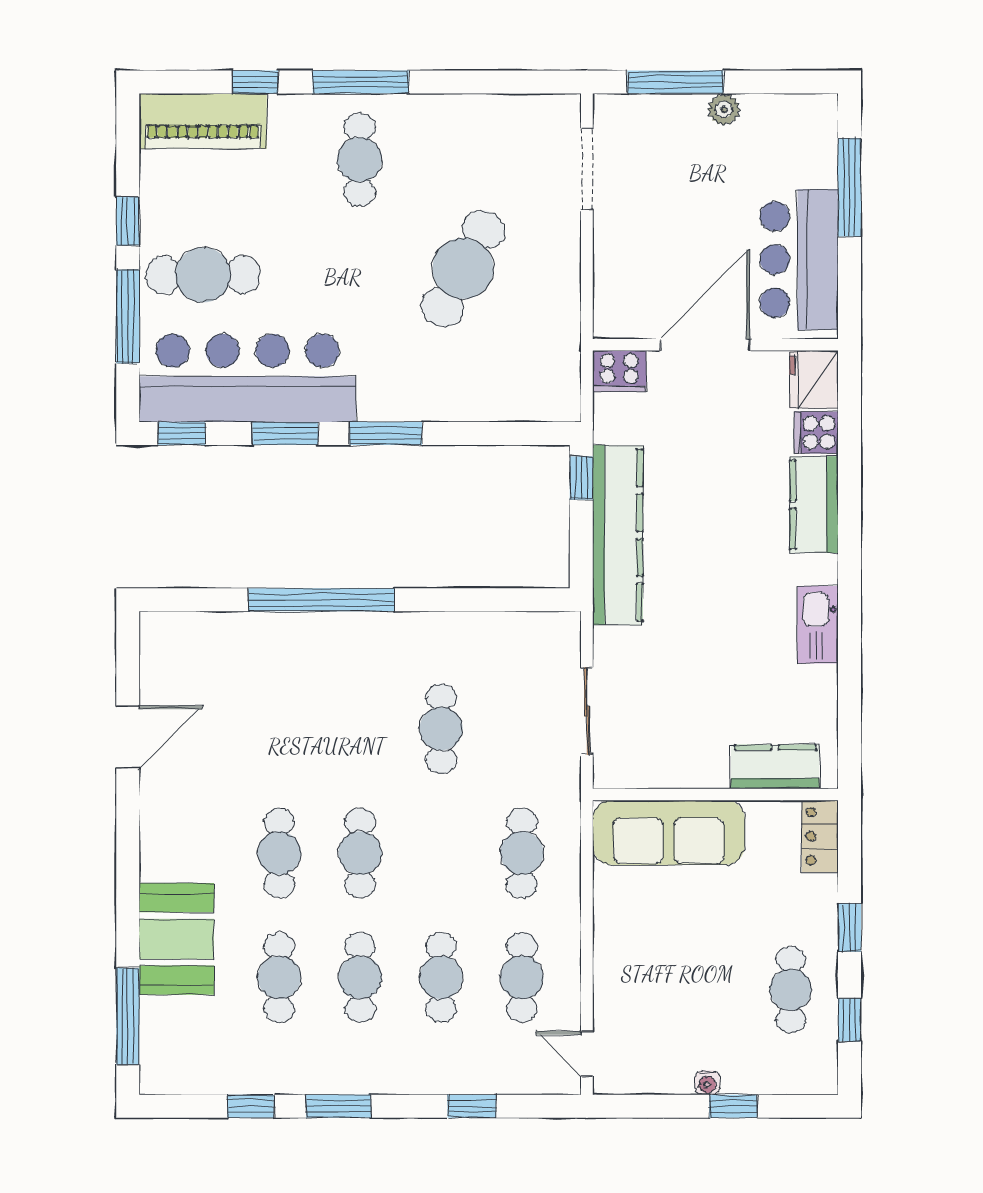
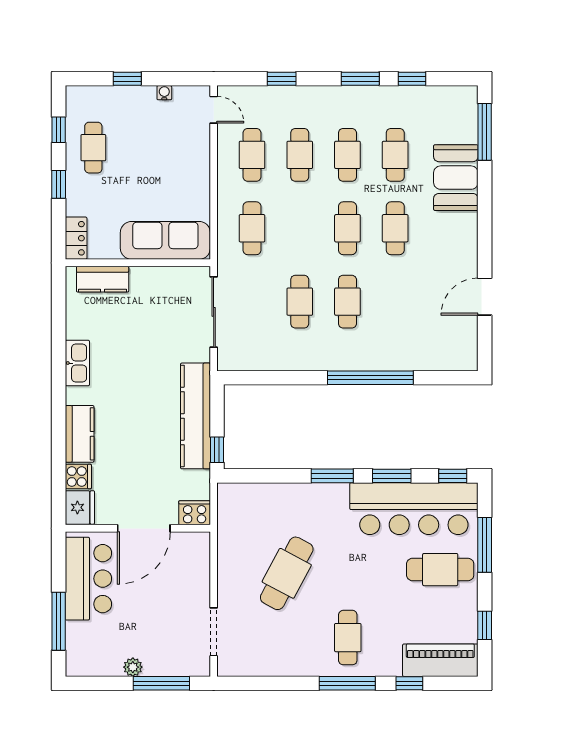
window: (128, 221) -> (485, 625), moved
sliding door: (587, 711) -> (214, 312), width x1.37
cafe table: (360, 729) -> (347, 302), added
water cooler: (707, 1083) -> (164, 93), moved

